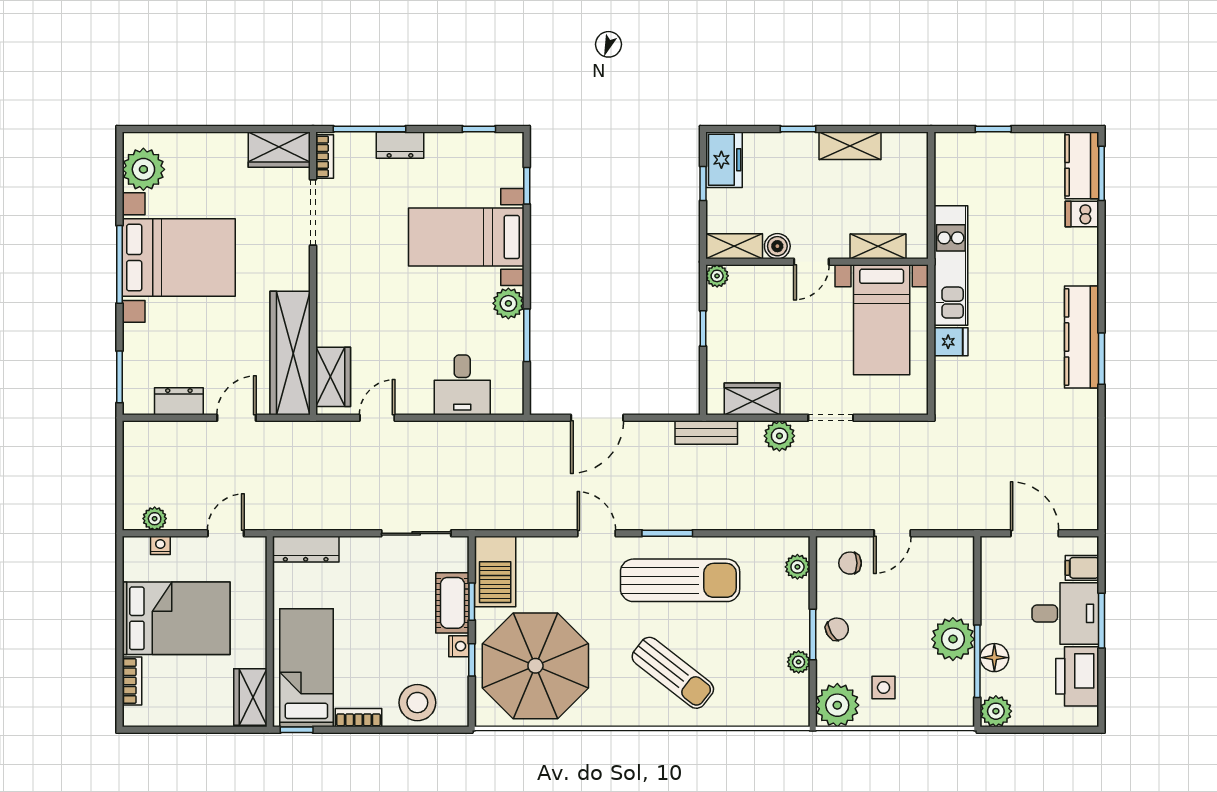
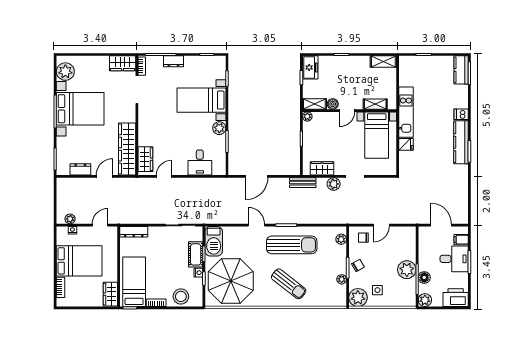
shelving: (850, 146) -> (383, 62), moved
dishwasher: (1082, 214) -> (461, 114), moved
printer: (1077, 676) -> (456, 298), moved, turned 90

